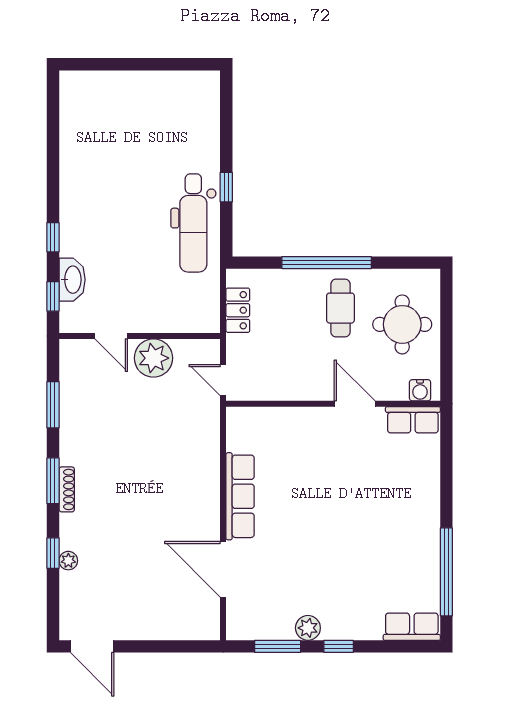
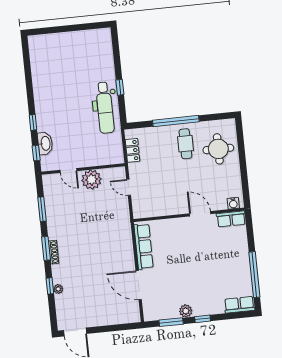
water cooler: (420, 390) -> (233, 203), moved
wall: (333, 404) -> (189, 215), moved
door: (355, 404) -> (200, 214), moved
row of seats: (413, 420) -> (231, 219), moved

